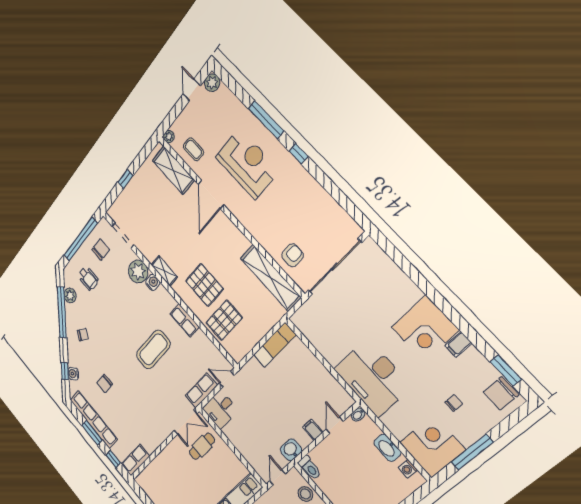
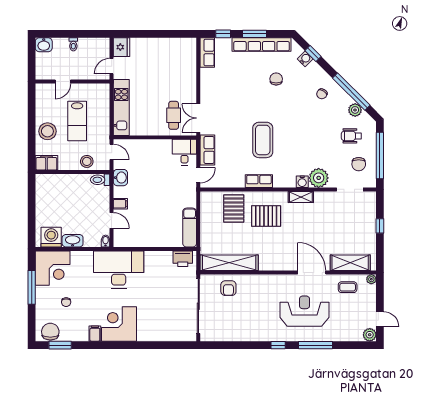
reception desk: (247, 164) -> (304, 311), turned 180
printer: (306, 325) -> (183, 259), added
washing machine: (408, 469) -> (51, 237), width x1.89, depth x1.89

